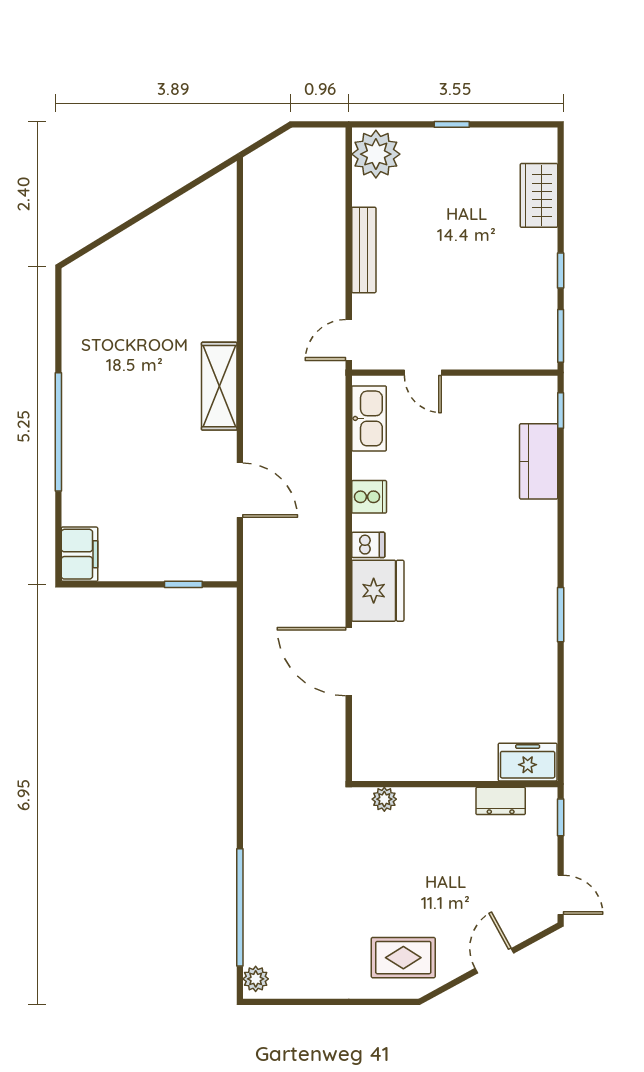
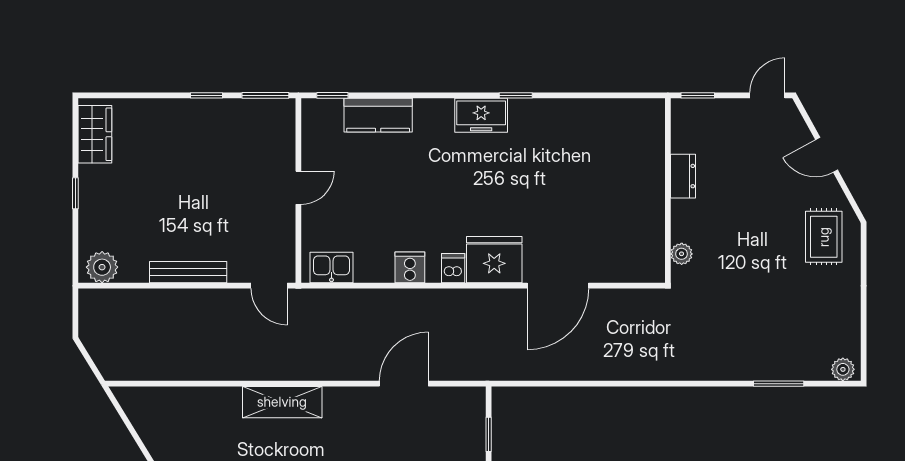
plant: (376, 154) -> (102, 267), width x0.73, depth x0.73
wardrobe: (539, 195) -> (95, 134), moved, turned -90
door: (423, 373) -> (298, 188), moved
shelving: (219, 386) -> (282, 402), moved
kitchen sink: (369, 418) -> (331, 268), width x0.73
window: (561, 615) -> (516, 95), width x0.67
freezer: (528, 762) -> (481, 115), moved, turned -90
dresser: (501, 801) -> (683, 176), moved
window: (240, 907) -> (779, 384), width x0.47

